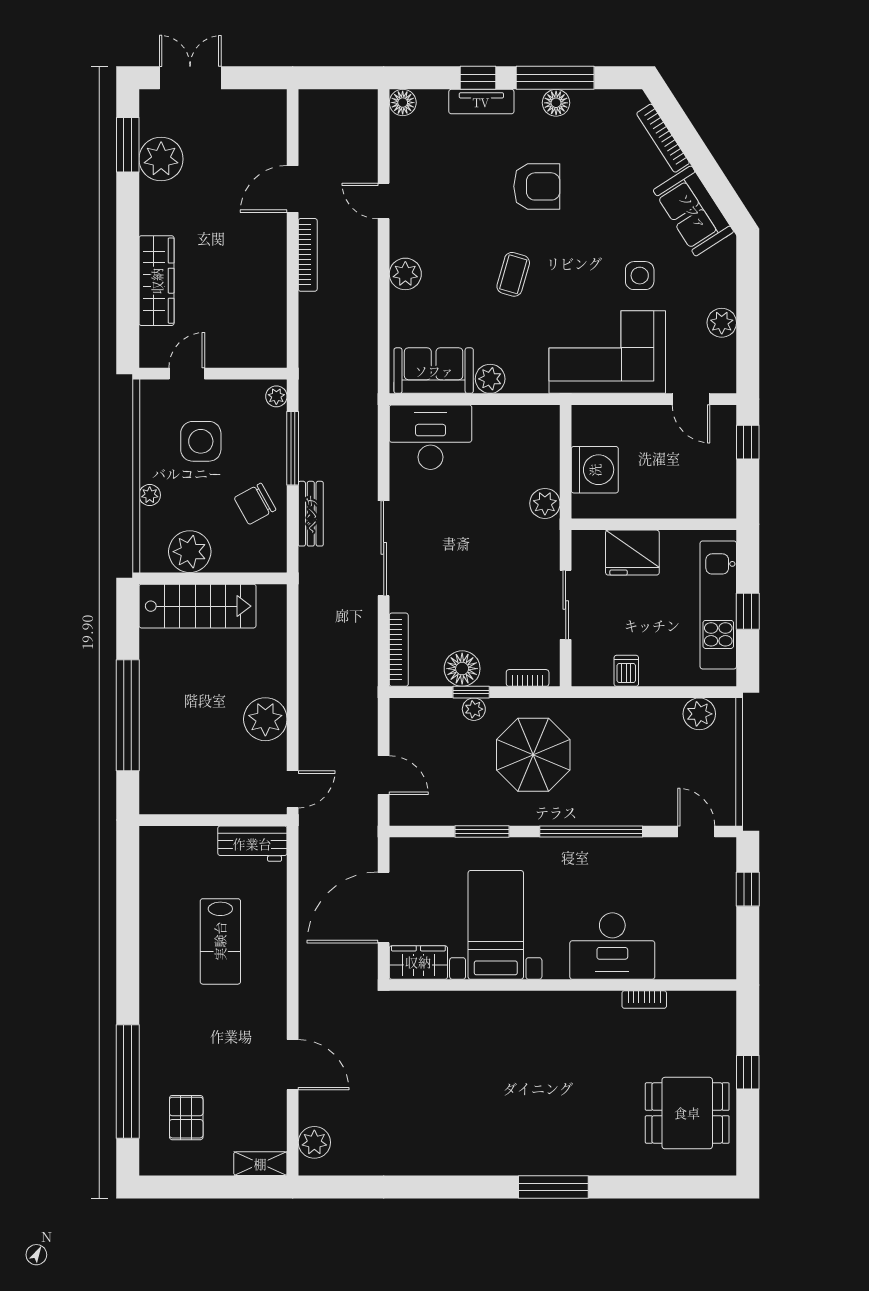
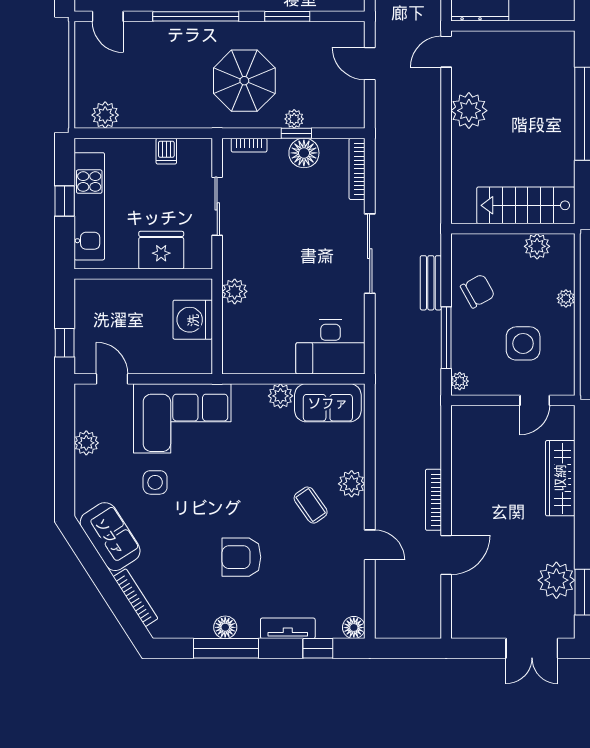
window: (478, 78) -> (318, 648), moved
coffee table: (513, 274) -> (311, 505), moved, turned -51
plant: (190, 552) -> (537, 246), width x0.73, depth x0.73

